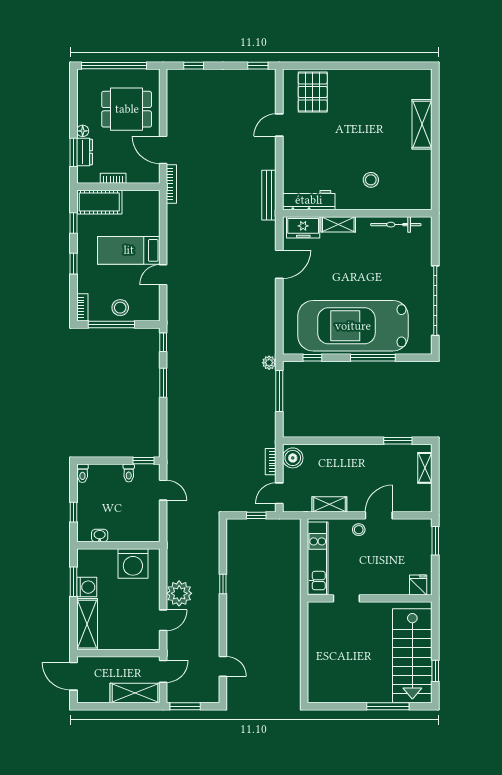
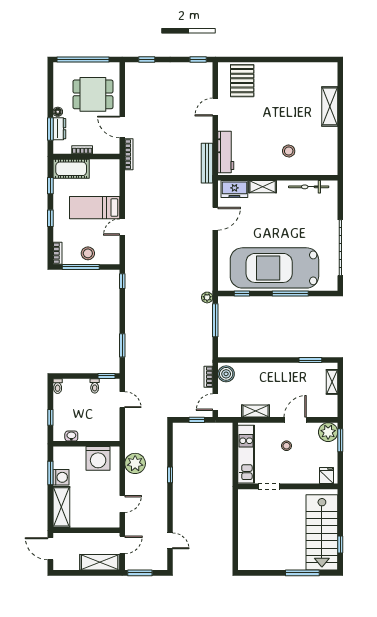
workbench: (309, 200) -> (226, 152), moved, turned 90
window: (163, 383) -> (122, 345), moved
stool: (359, 530) -> (287, 446), moved
plant: (420, 531) -> (328, 432), added
plant: (179, 593) -> (135, 463), moved

